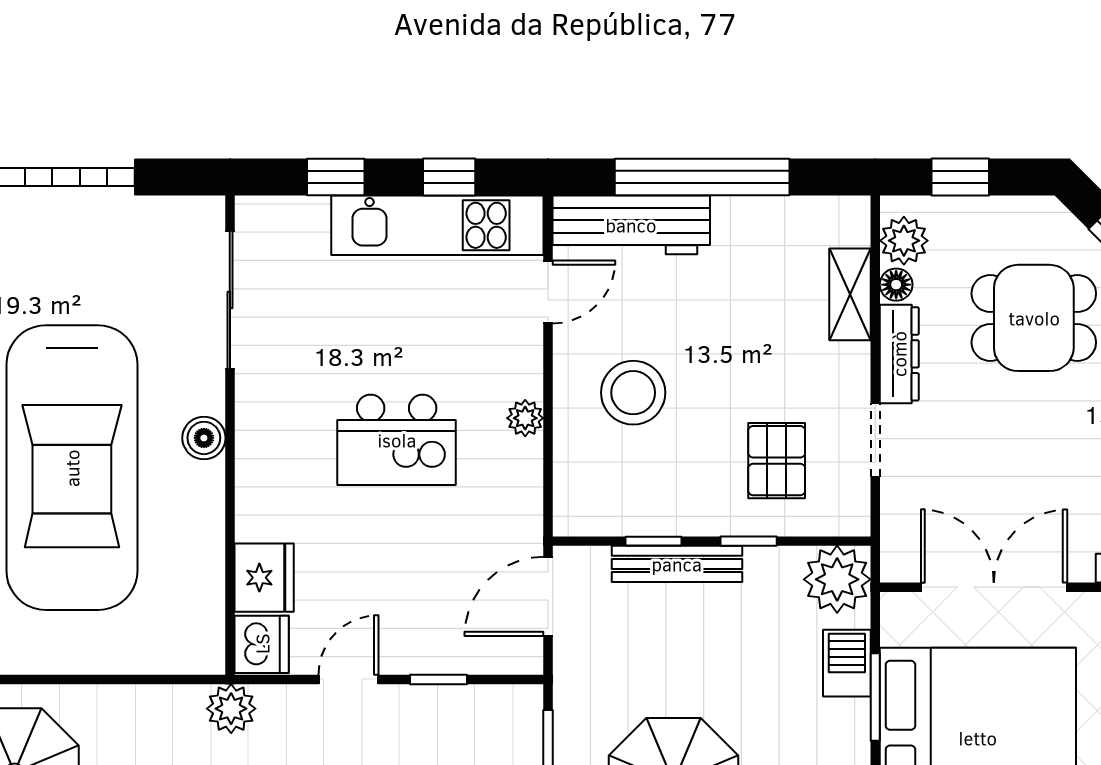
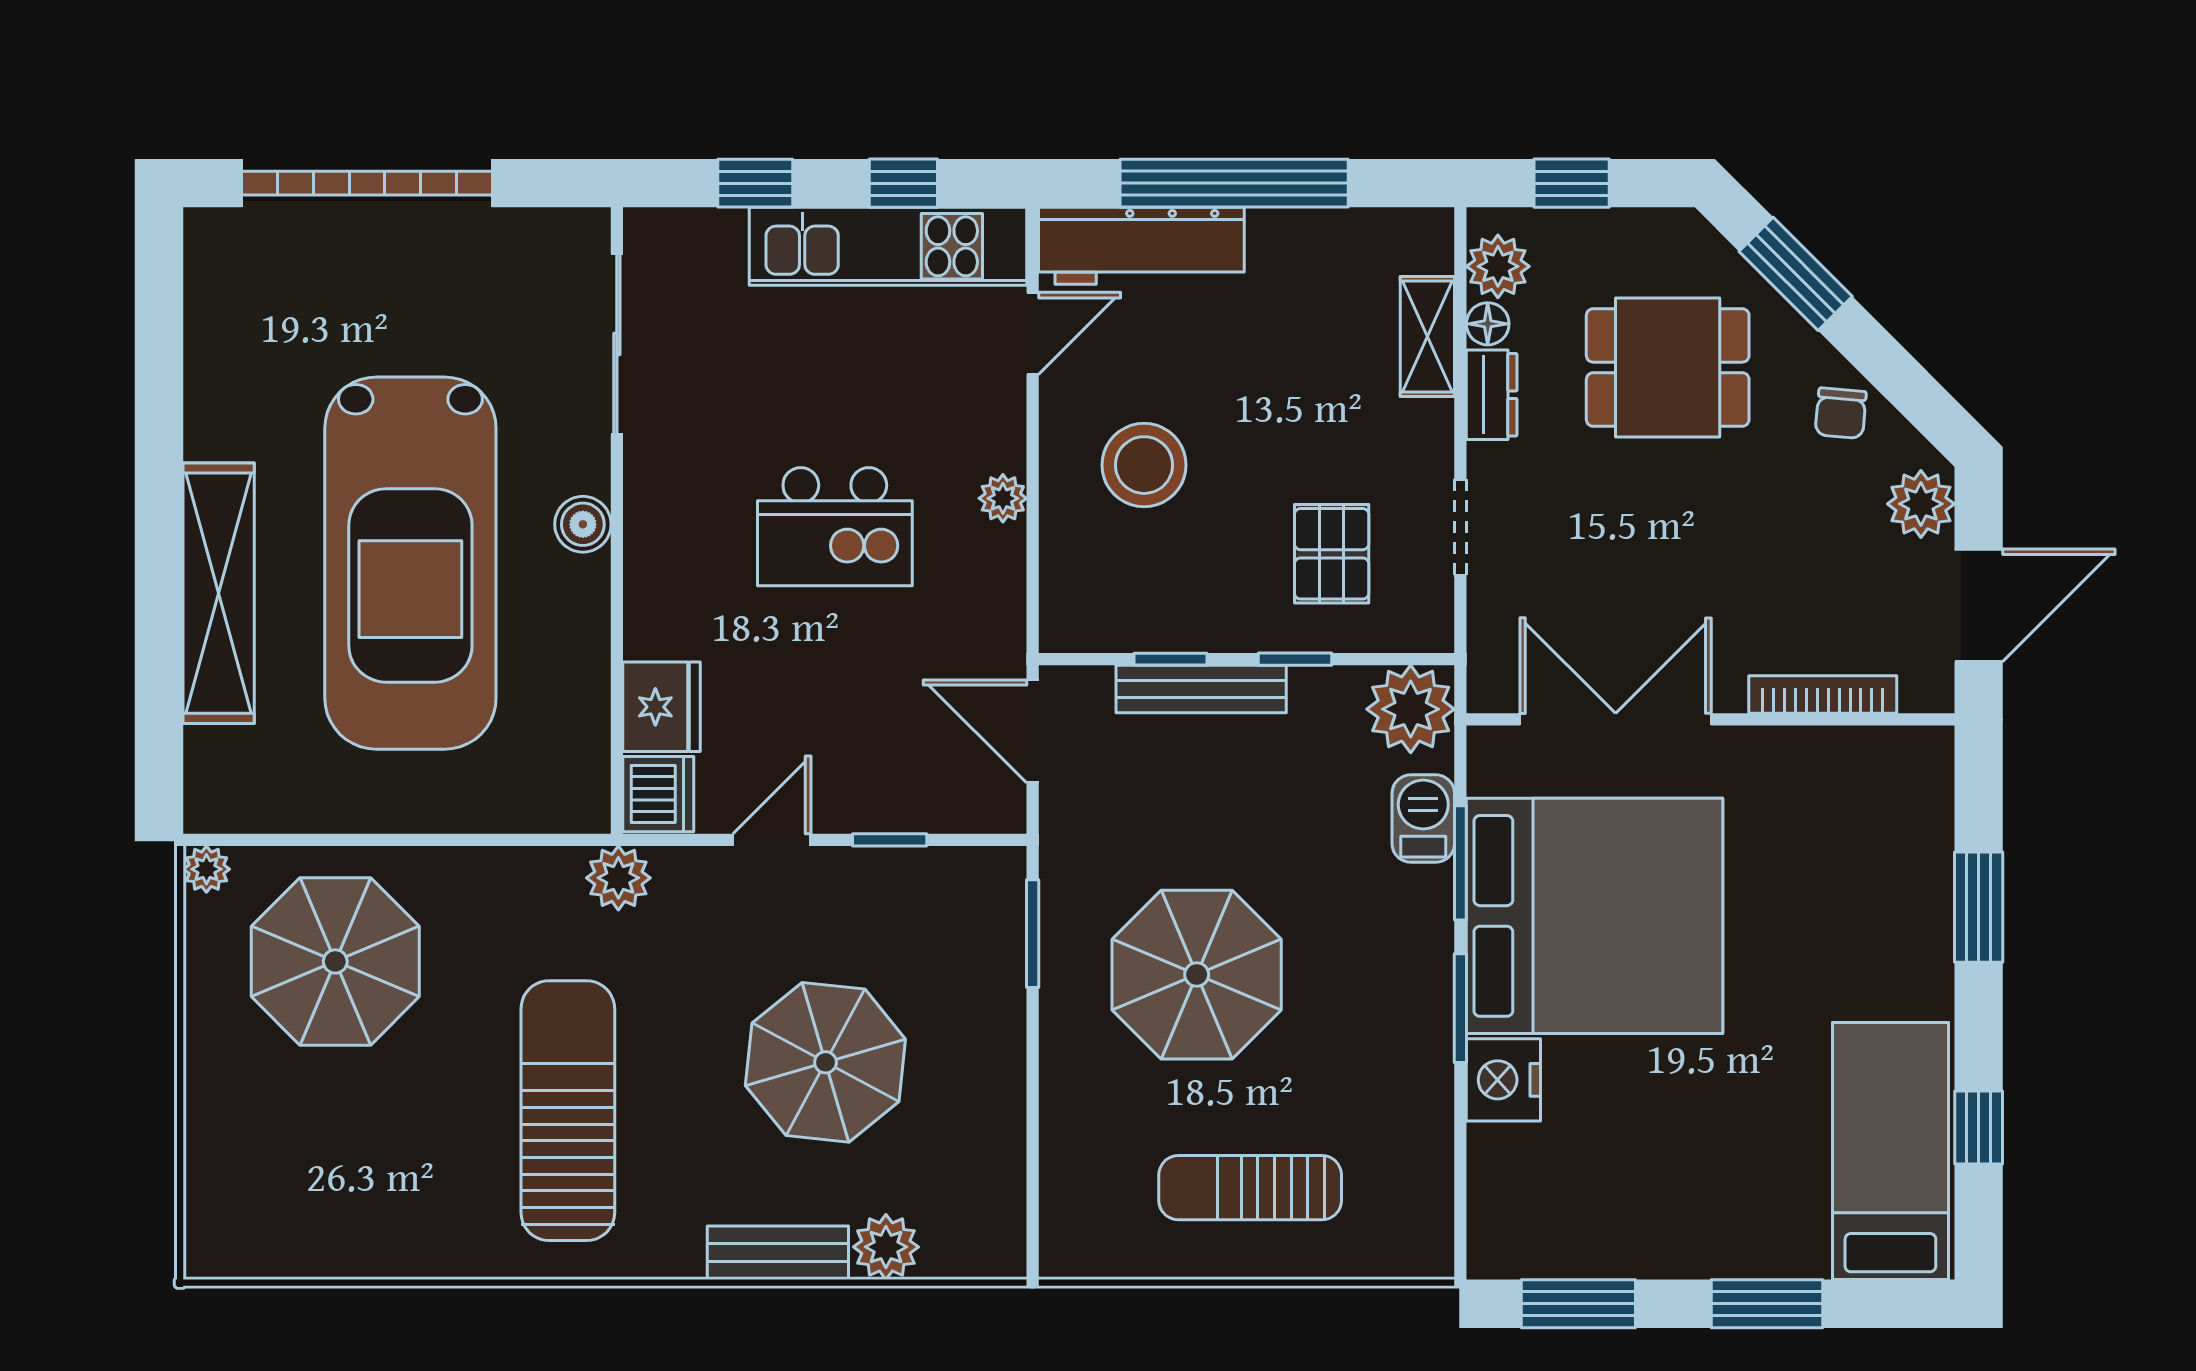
dresser: (899, 354) -> (1492, 395), width x0.70
door: (548, 596) -> (1033, 731), hinge flipped

